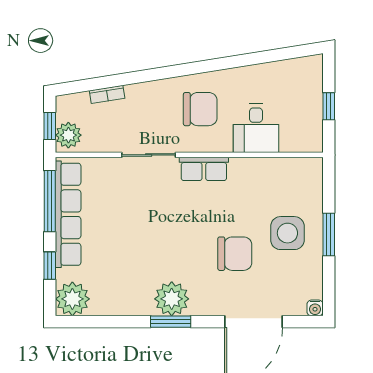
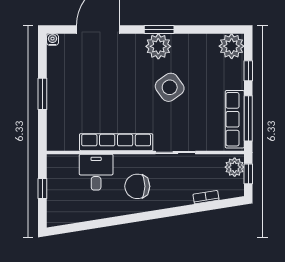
row of seats: (204, 169) -> (116, 142), width x2.02
row of seats: (68, 214) -> (235, 119), width x0.73
side table: (287, 233) -> (170, 87), moved, turned -36
chair: (235, 254) -> (112, 80), removed

